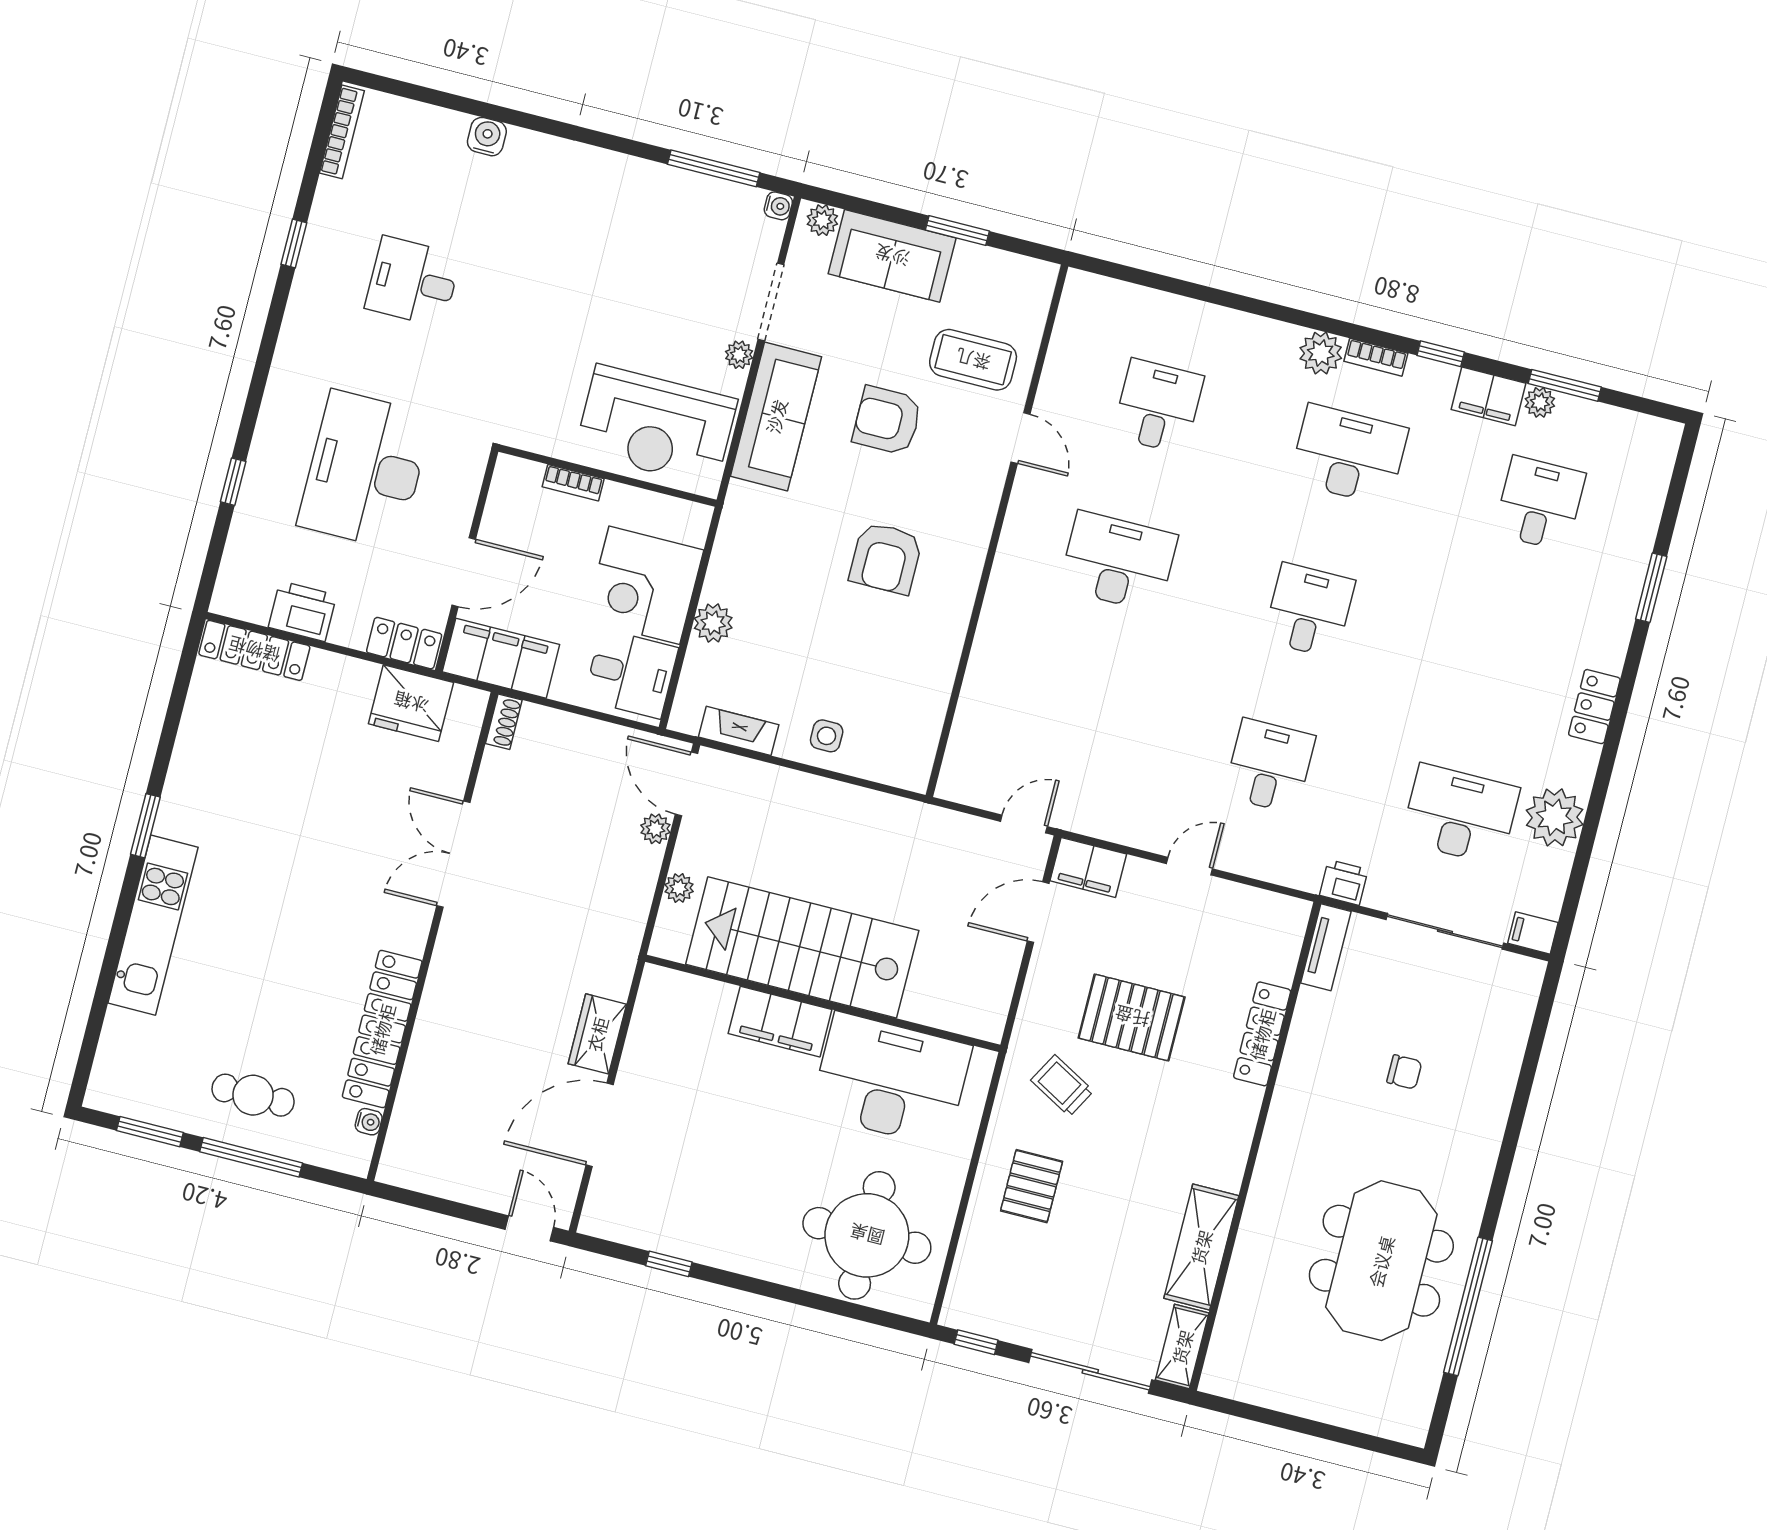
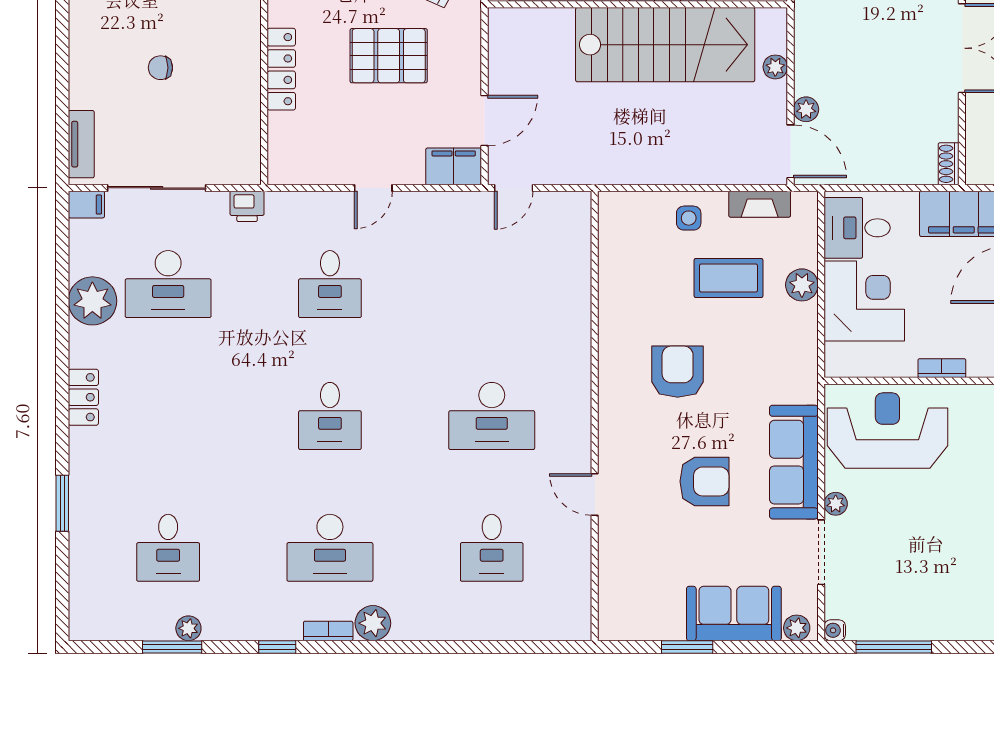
coffee table: (973, 360) -> (729, 278), moved
filing cabinet: (1488, 396) -> (231, 623), removed
tv unit: (1326, 947) -> (81, 144), moved, turned 180

